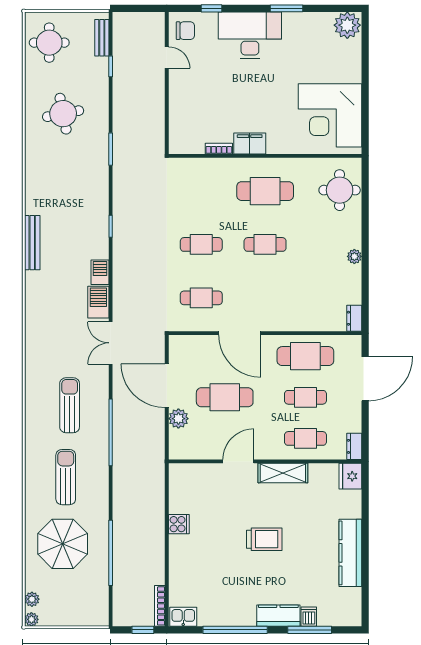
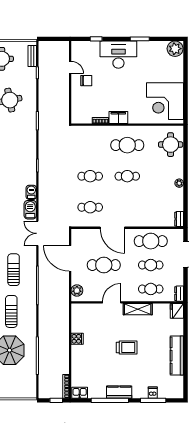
chair: (185, 31) -> (86, 81), moved
plant: (178, 419) -> (77, 291), moved
kitchen counter: (278, 616) -> (119, 392), moved

